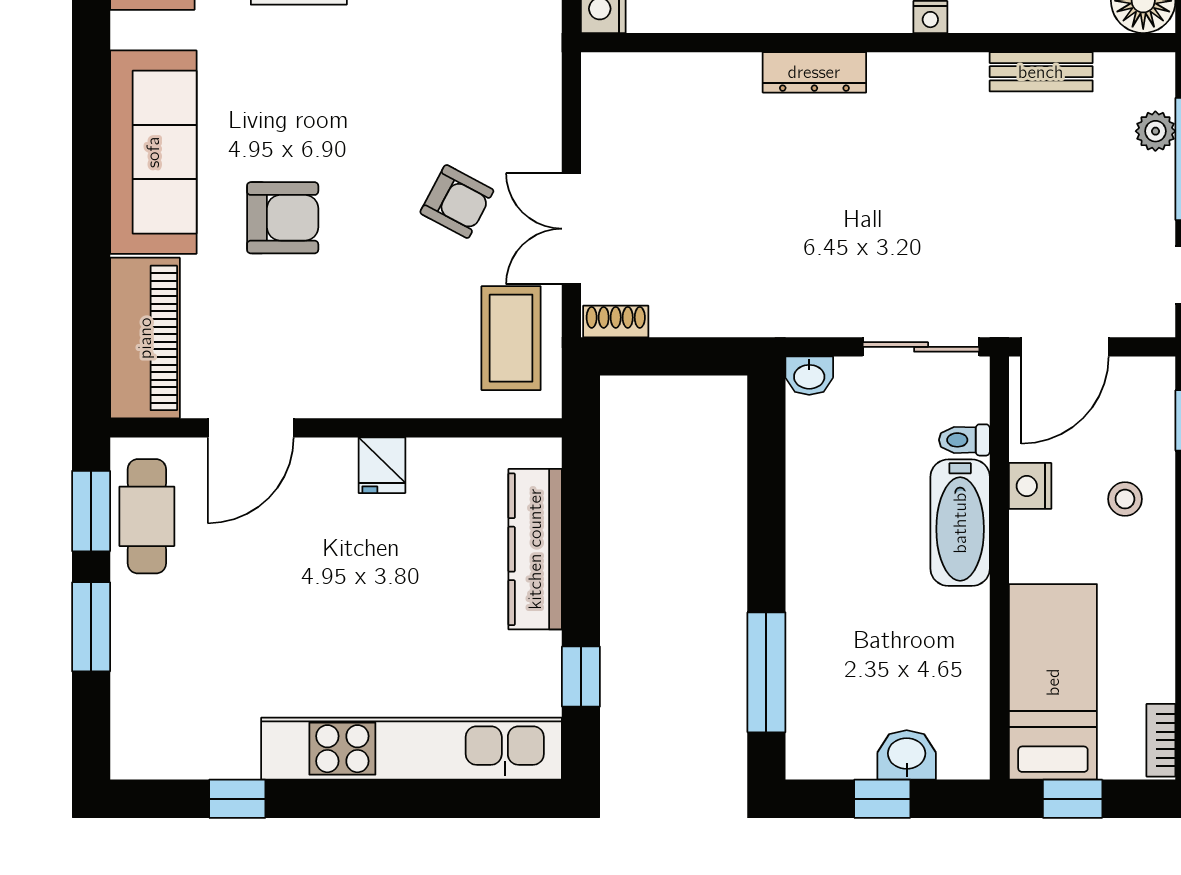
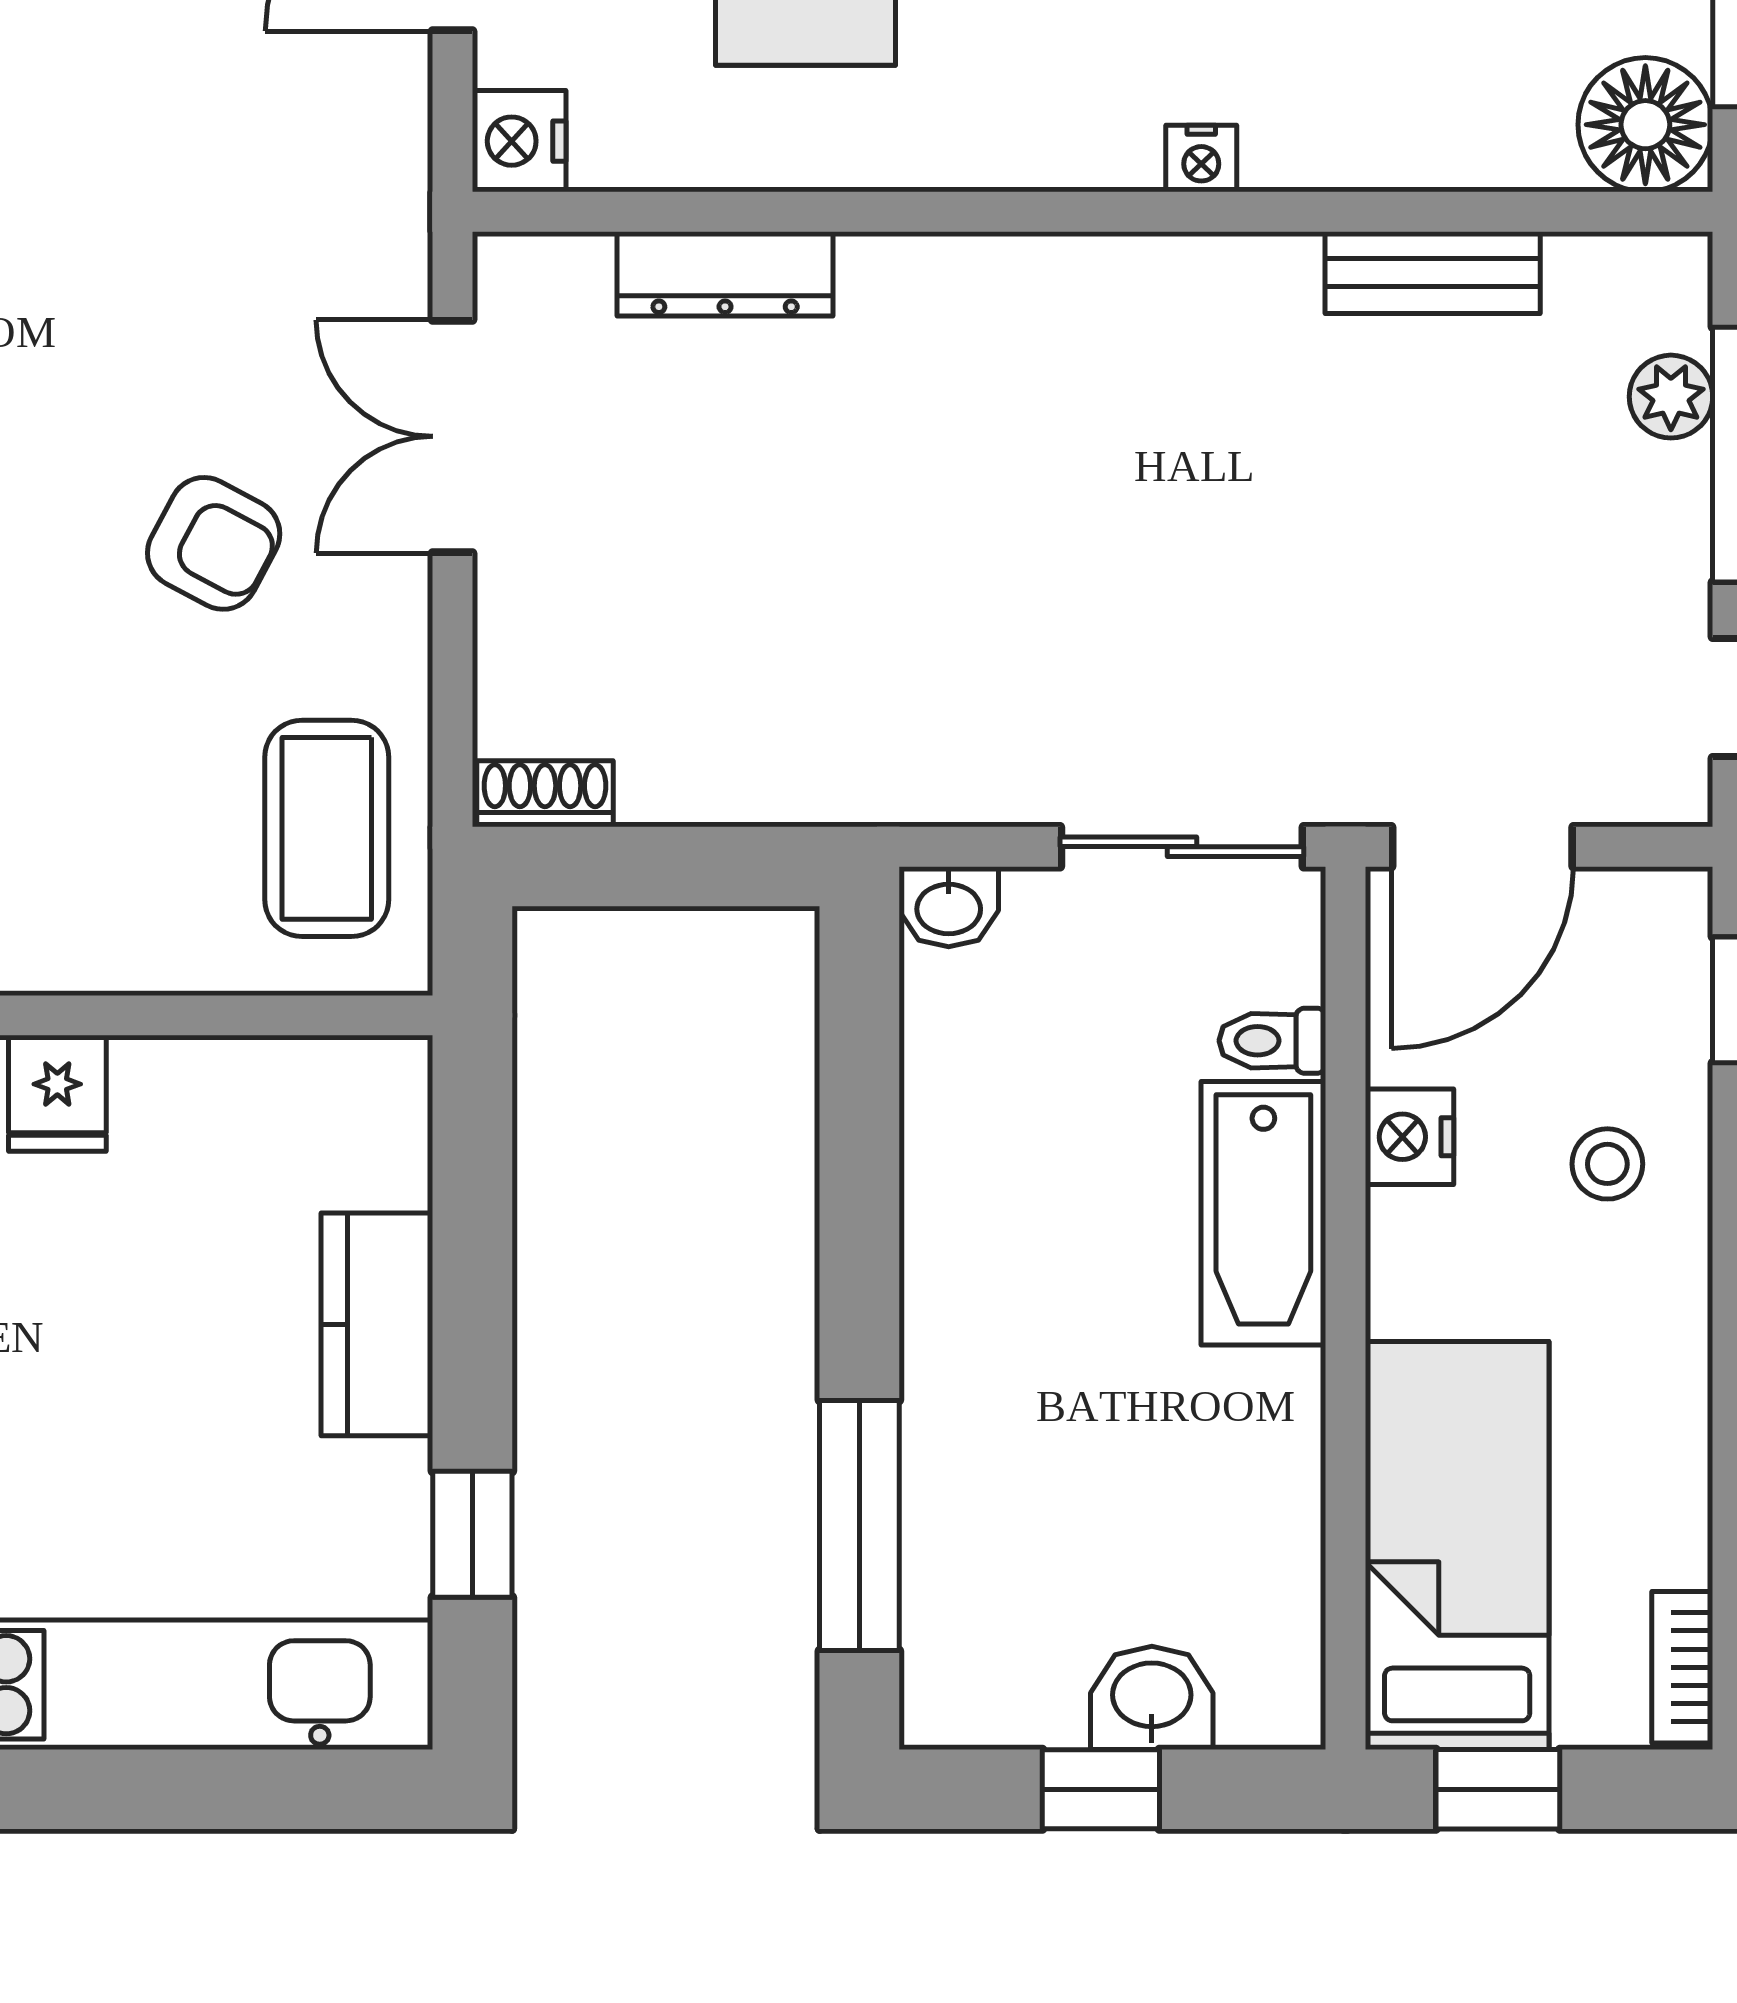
dresser: (814, 72) -> (725, 274), moved
double door: (571, 229) -> (453, 436), moved
kitchen counter: (535, 549) -> (377, 1324), width x0.67

